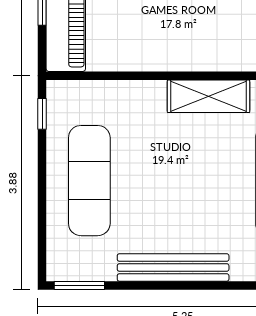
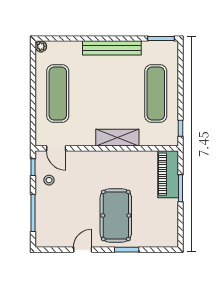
shelving: (208, 96) -> (117, 138), moved

